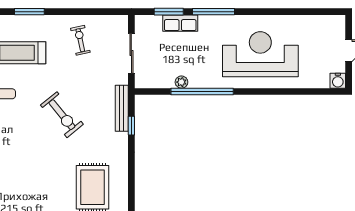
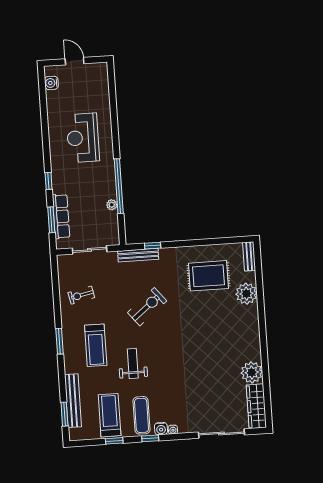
window: (214, 12) -> (49, 181), width x0.46
row of seats: (180, 23) -> (61, 216), width x1.48
reception desk: (260, 54) -> (83, 138), width x0.74, depth x0.77
water cooler: (338, 81) -> (51, 83), moved, turned 180

